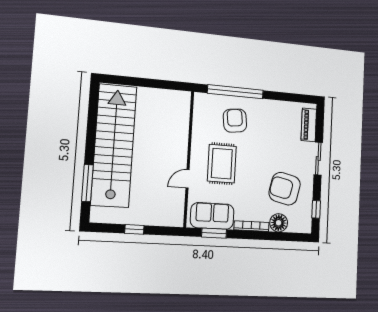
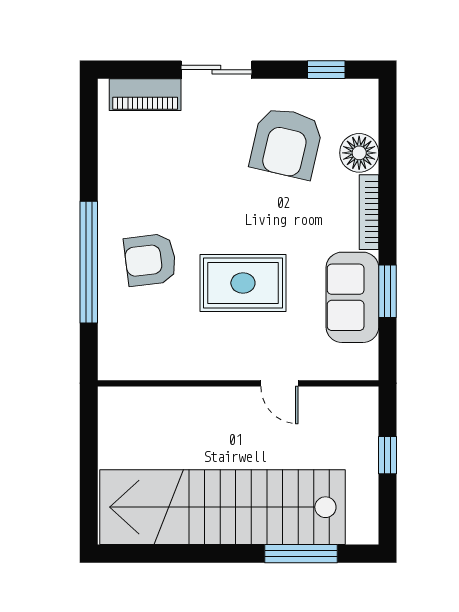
wall: (189, 159) -> (238, 383), moved
door: (188, 179) -> (279, 383), moved

